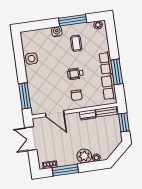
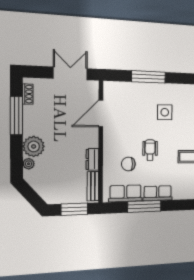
side table: (32, 59) -> (165, 112), moved
chair: (76, 95) -> (128, 164), moved
window: (25, 96) -> (148, 77), moved

